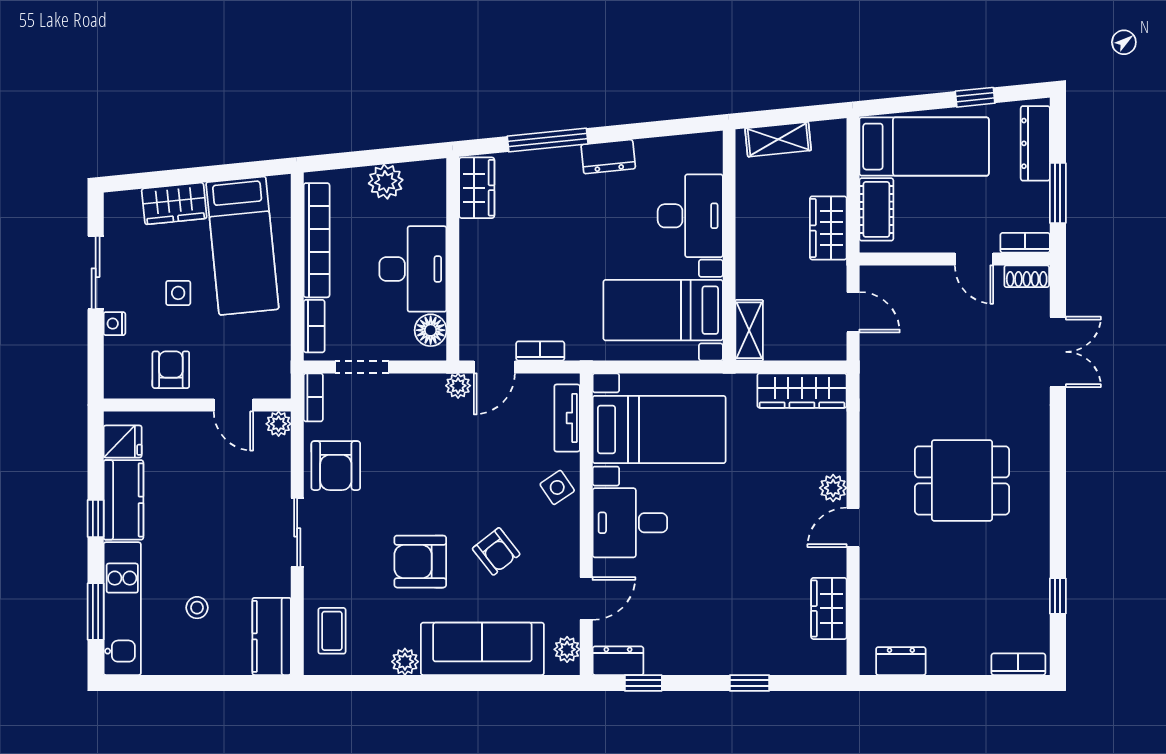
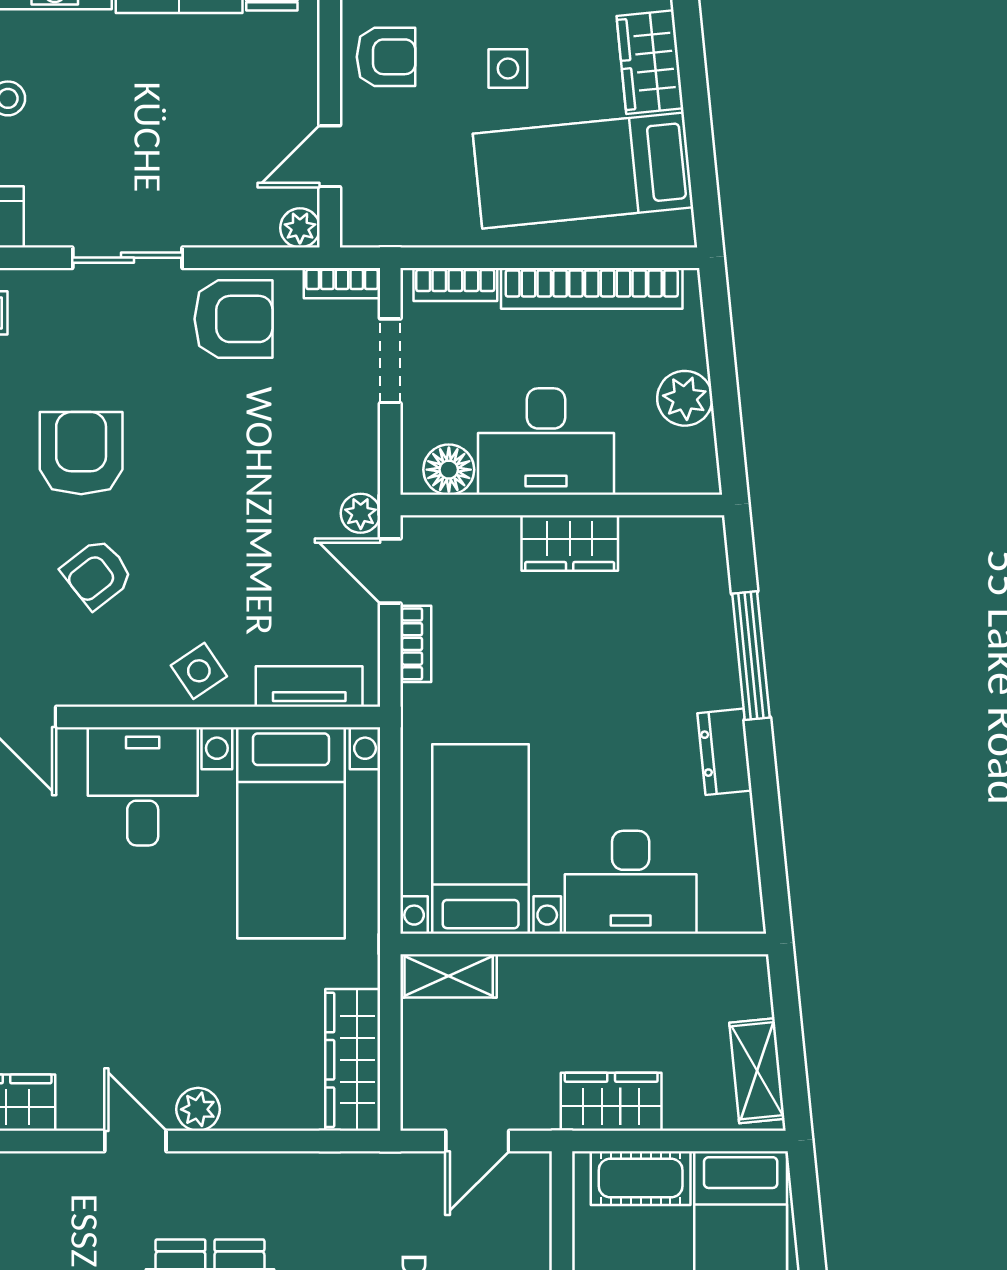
shelving: (778, 139) -> (757, 1071), moved
wardrobe: (477, 188) -> (570, 543), moved
armchair: (336, 466) -> (234, 319), turned 180

